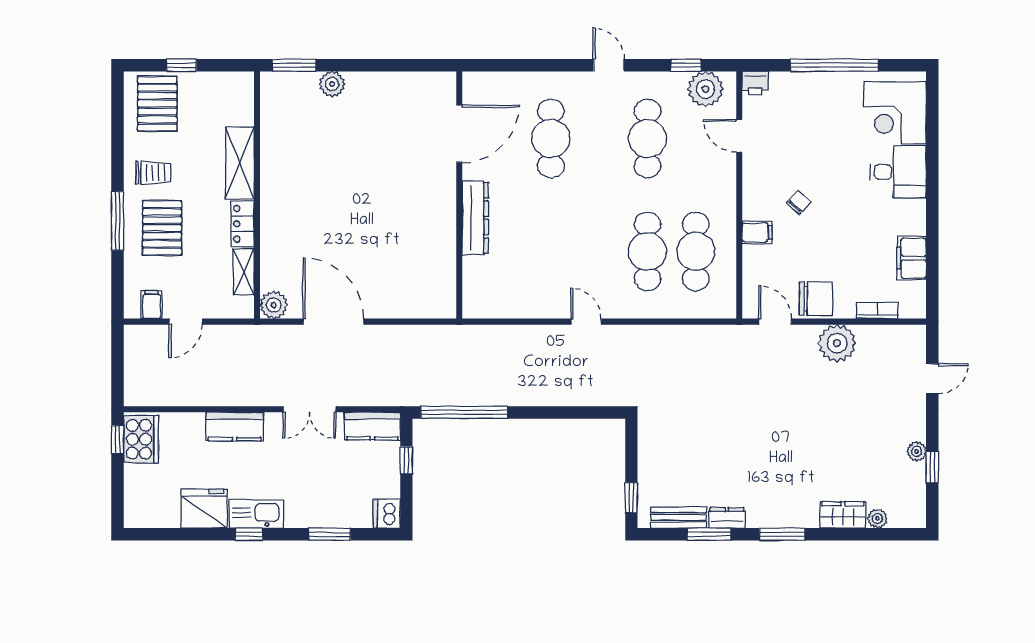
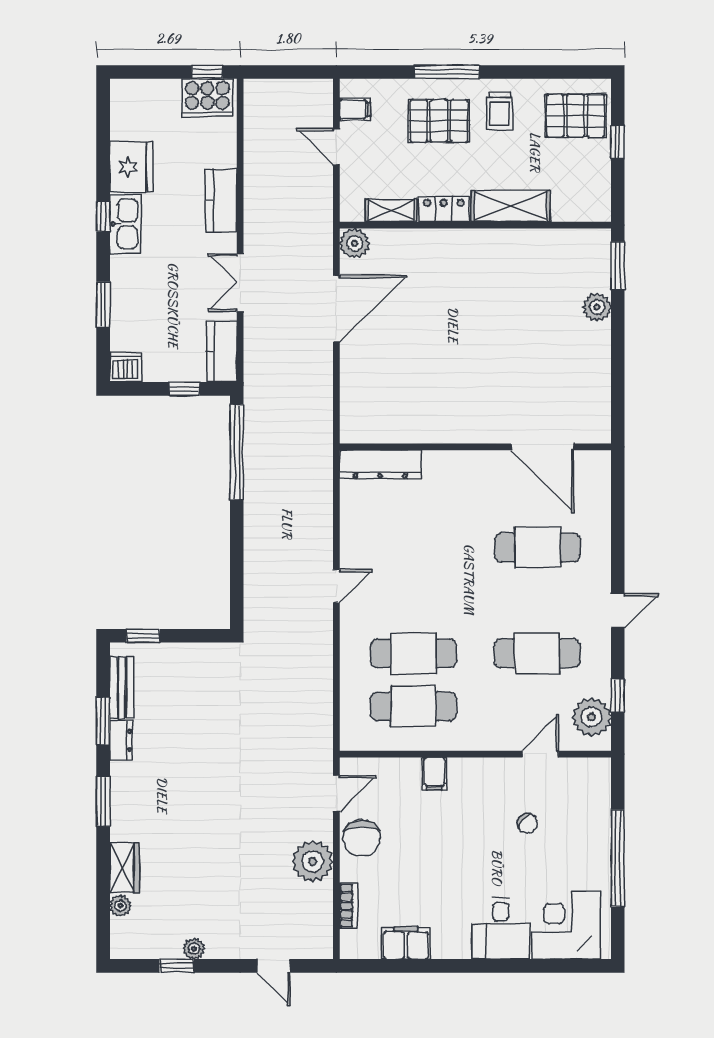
printer: (755, 83) -> (598, 772), removed
chair: (799, 202) -> (527, 823), moved
dresser: (475, 218) -> (380, 464), moved

